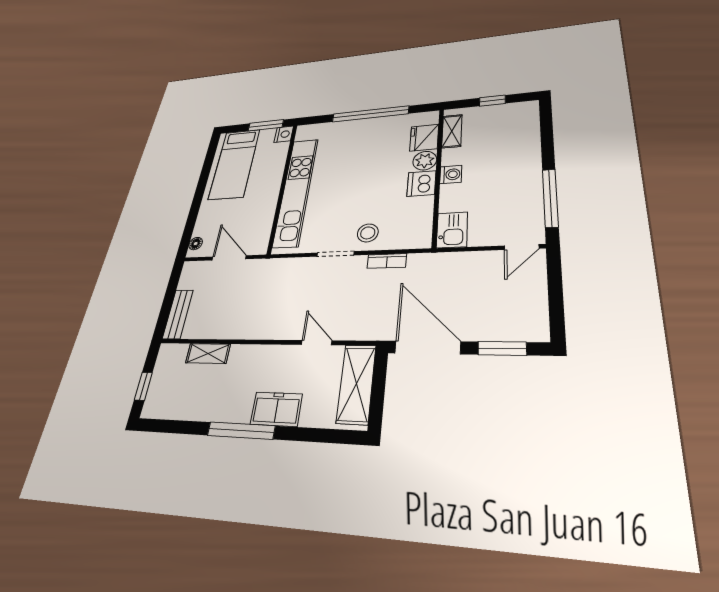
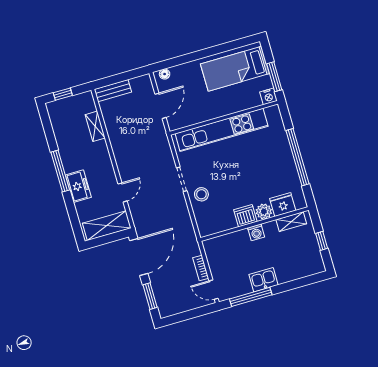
kitchen sink: (452, 230) -> (263, 280), moved, turned 180
bookcase: (387, 261) -> (201, 268), moved

